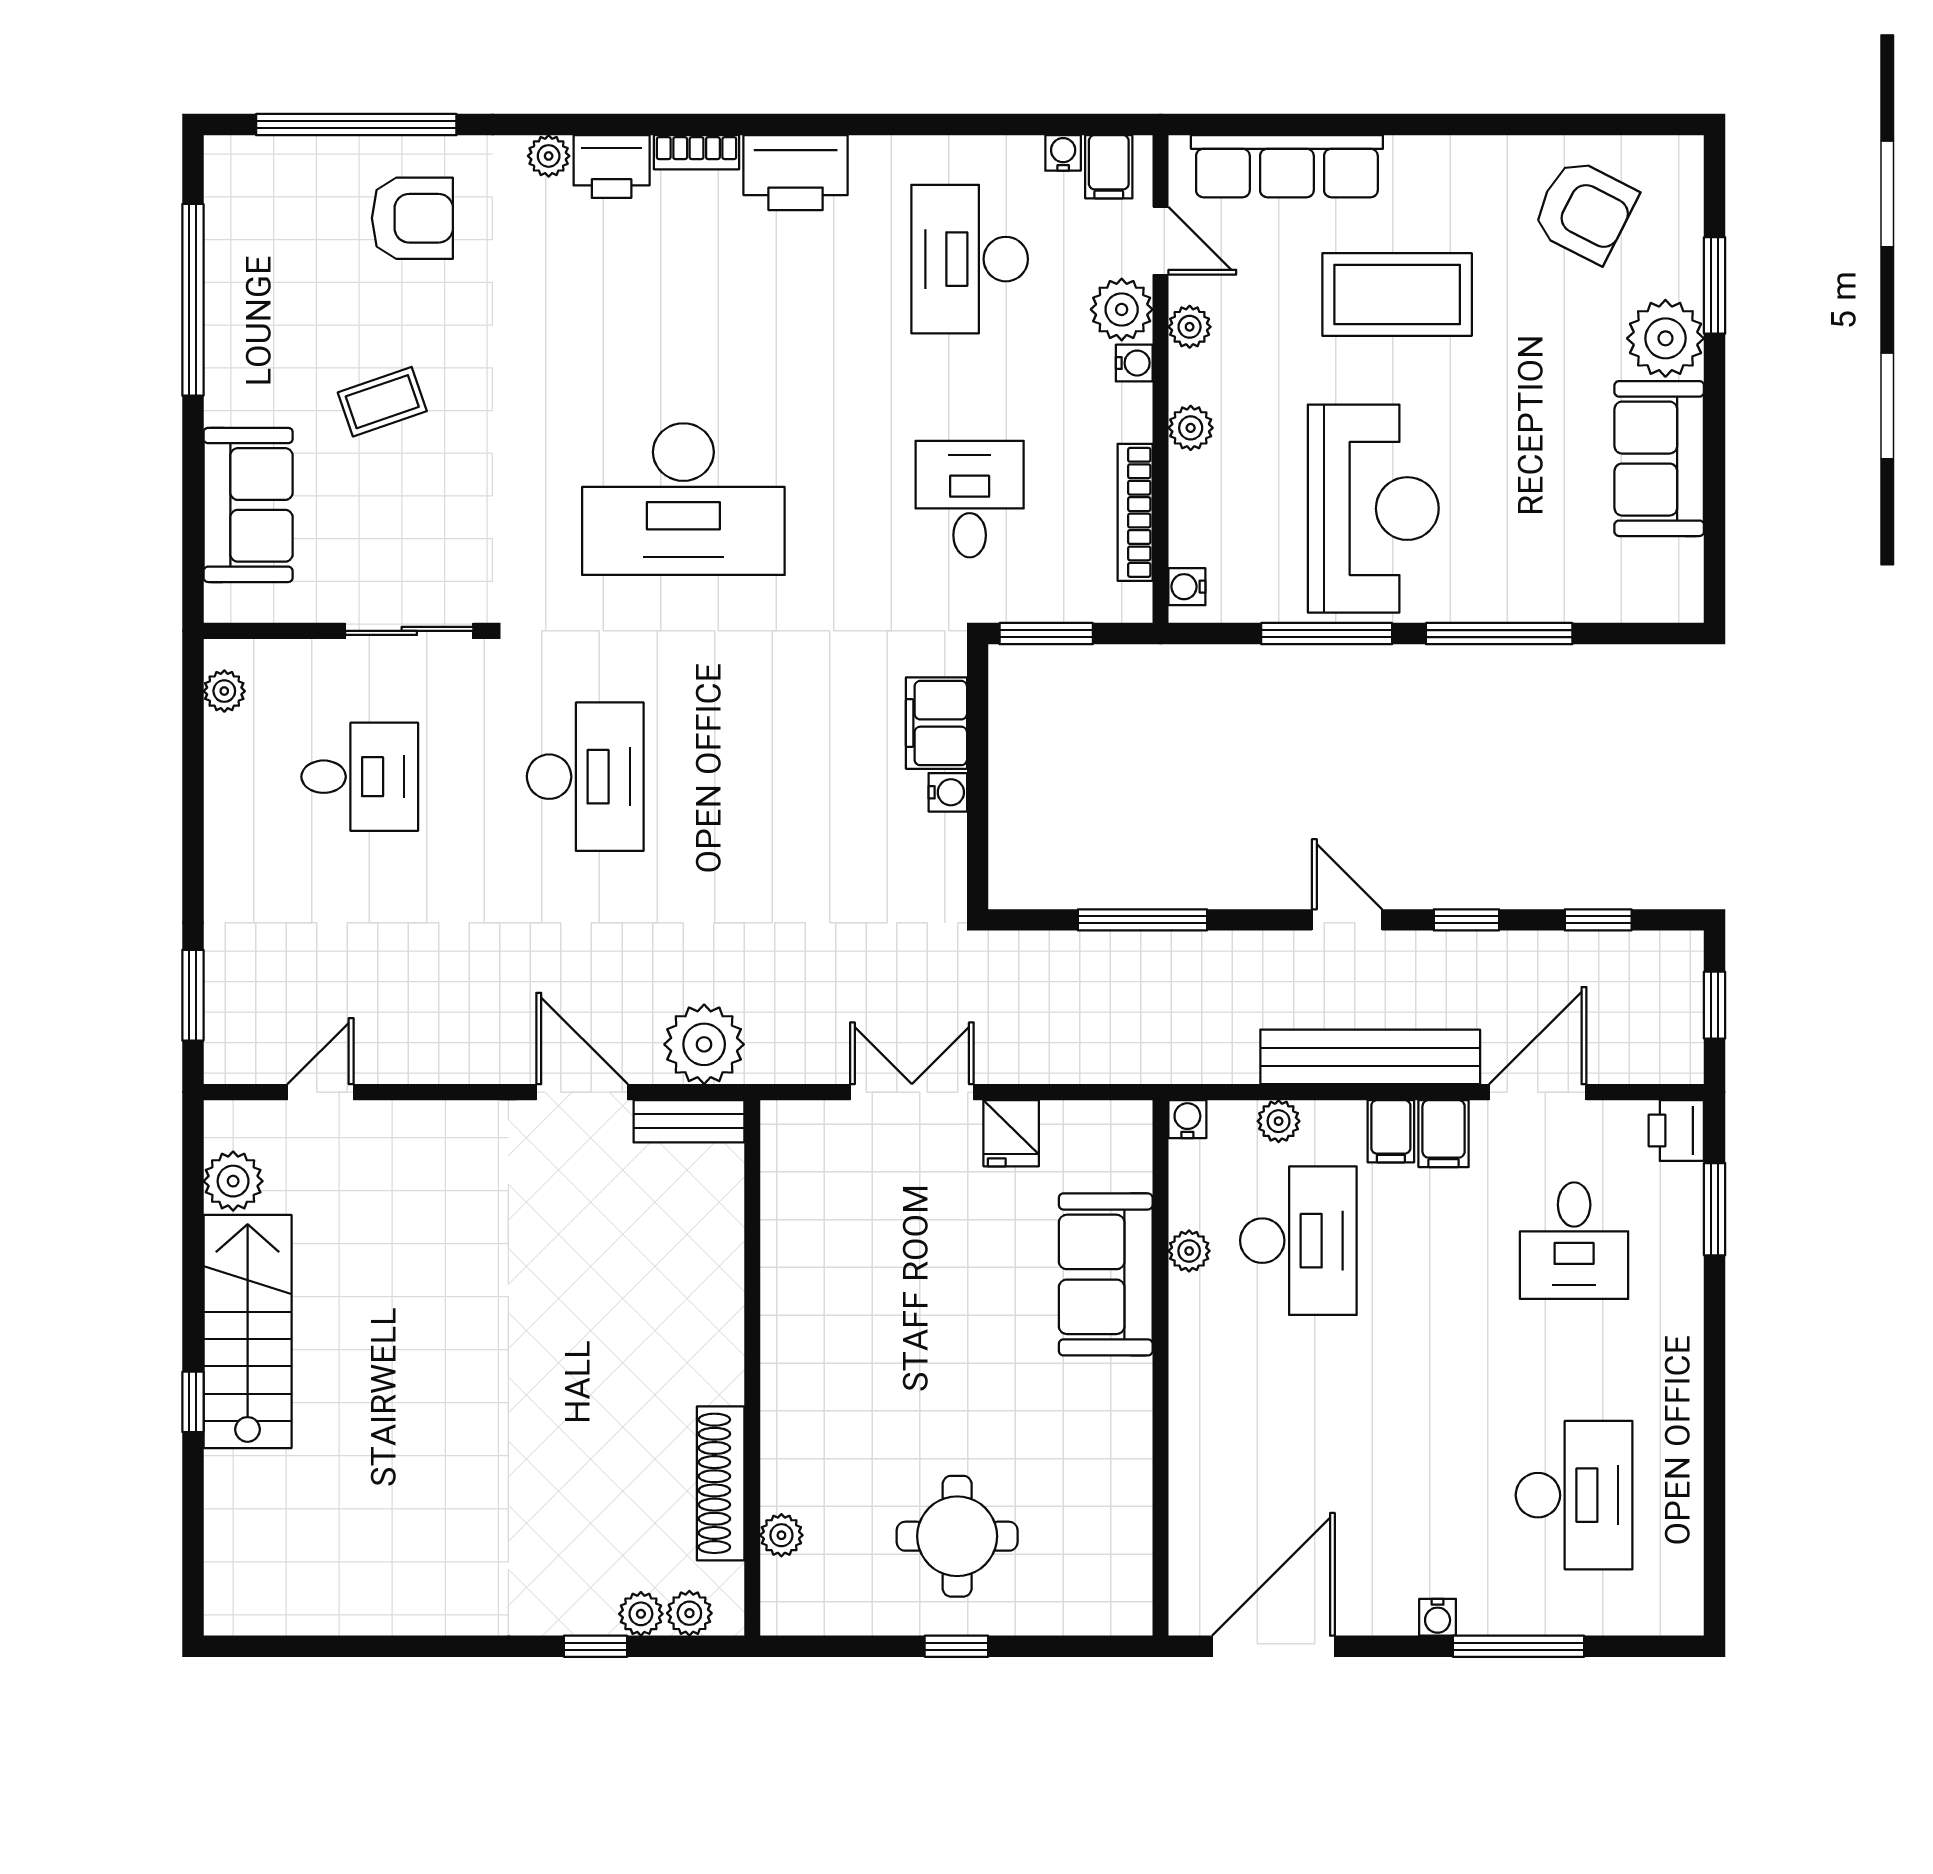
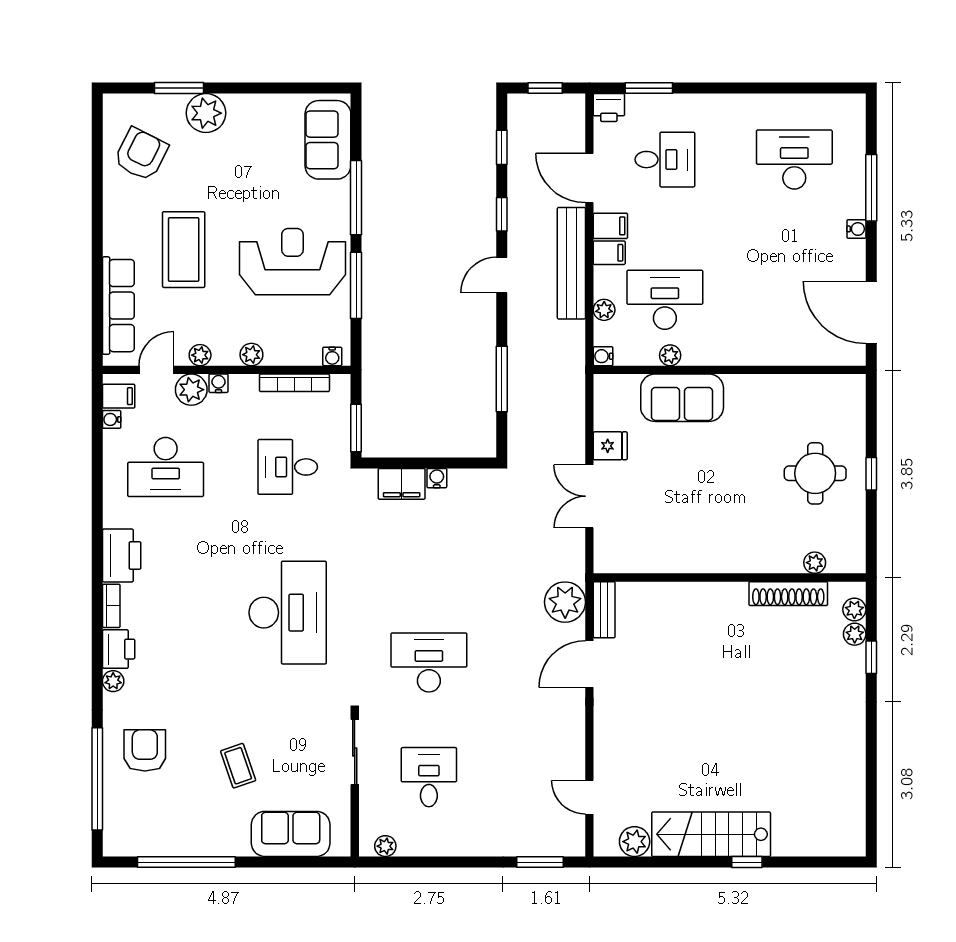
sofa: (1659, 459) -> (328, 140), moved, turned 90

